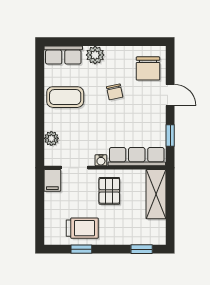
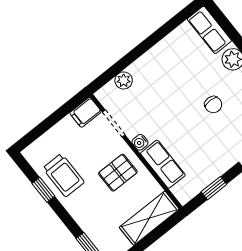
chair: (115, 92) -> (213, 105), turned -76
coffee table: (65, 97) -> (172, 63), removed
row of seats: (137, 157) -> (163, 164), width x0.68

